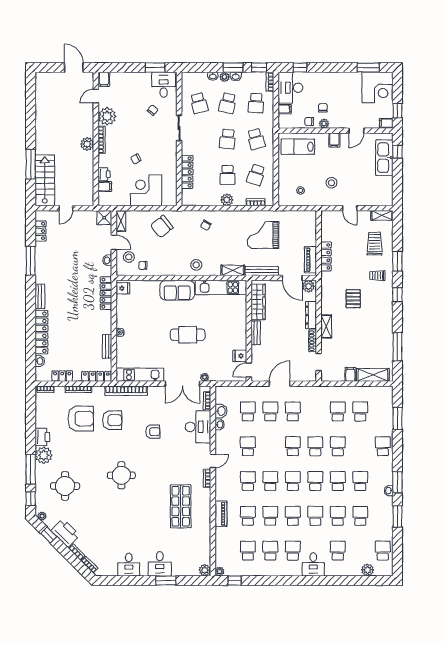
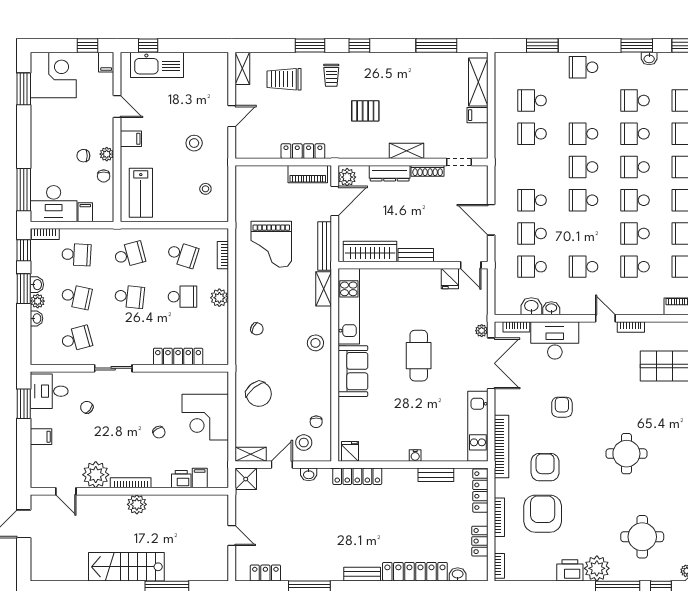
window: (300, 68) -> (24, 190), width x2.17
filing cabinet: (104, 79) -> (41, 437), moved
stairs: (45, 180) -> (126, 567), moved

